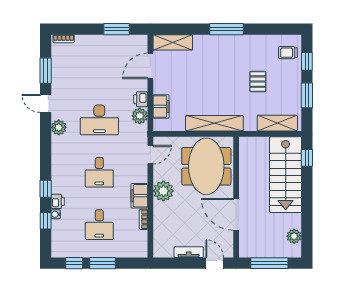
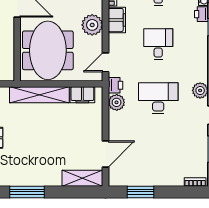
printer: (141, 99) -> (115, 85), moved
filing cabinet: (161, 106) -> (82, 95), moved, turned -90

